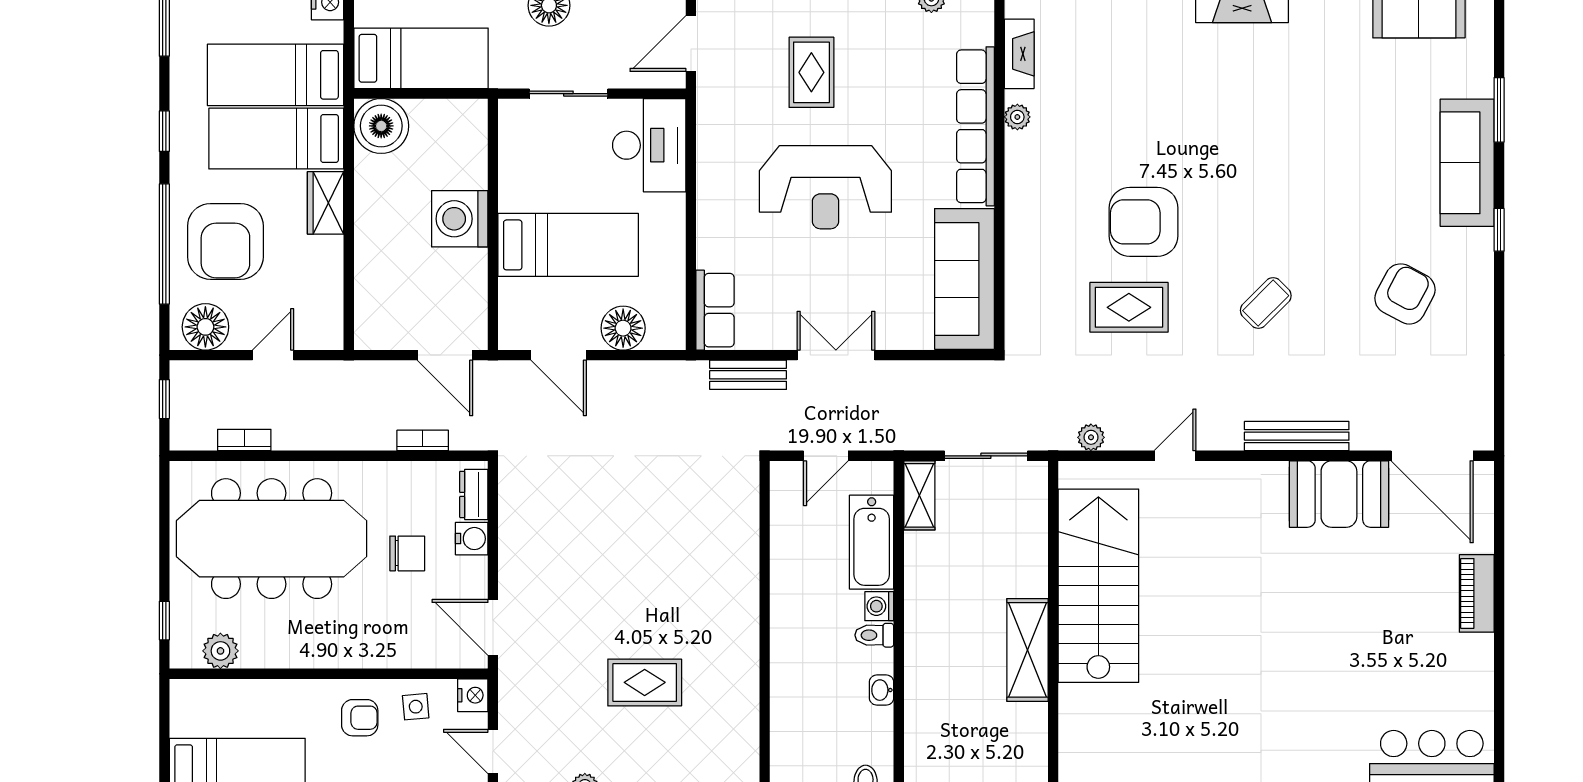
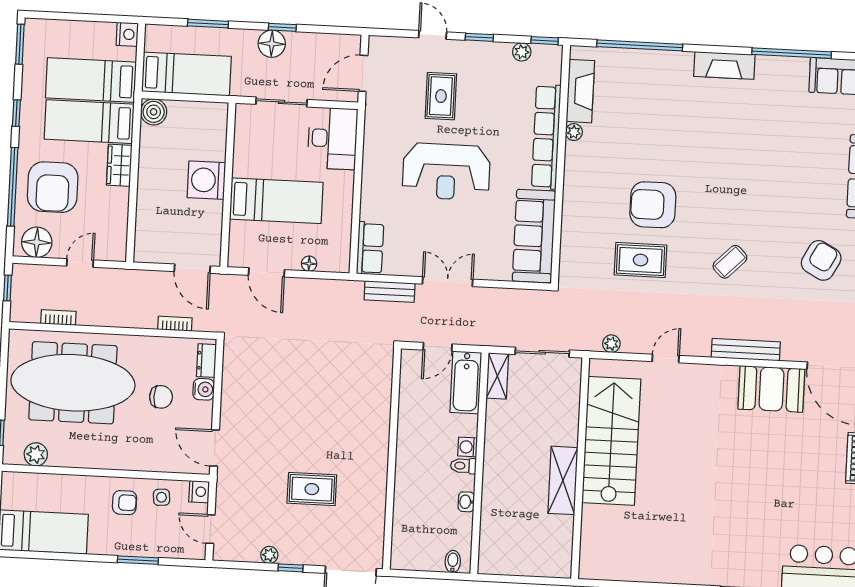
fireplace: (1019, 54) -> (580, 91), width x1.37, depth x1.32
boiler: (381, 126) -> (154, 112), width x0.73, depth x0.73
floor lamp: (623, 328) -> (309, 264), width x0.53, depth x0.53
bathtub: (872, 542) -> (466, 382), moved

